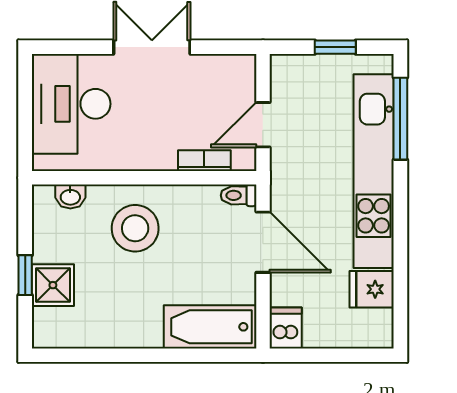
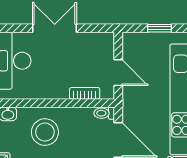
door: (263, 125) -> (118, 73), swing flipped

